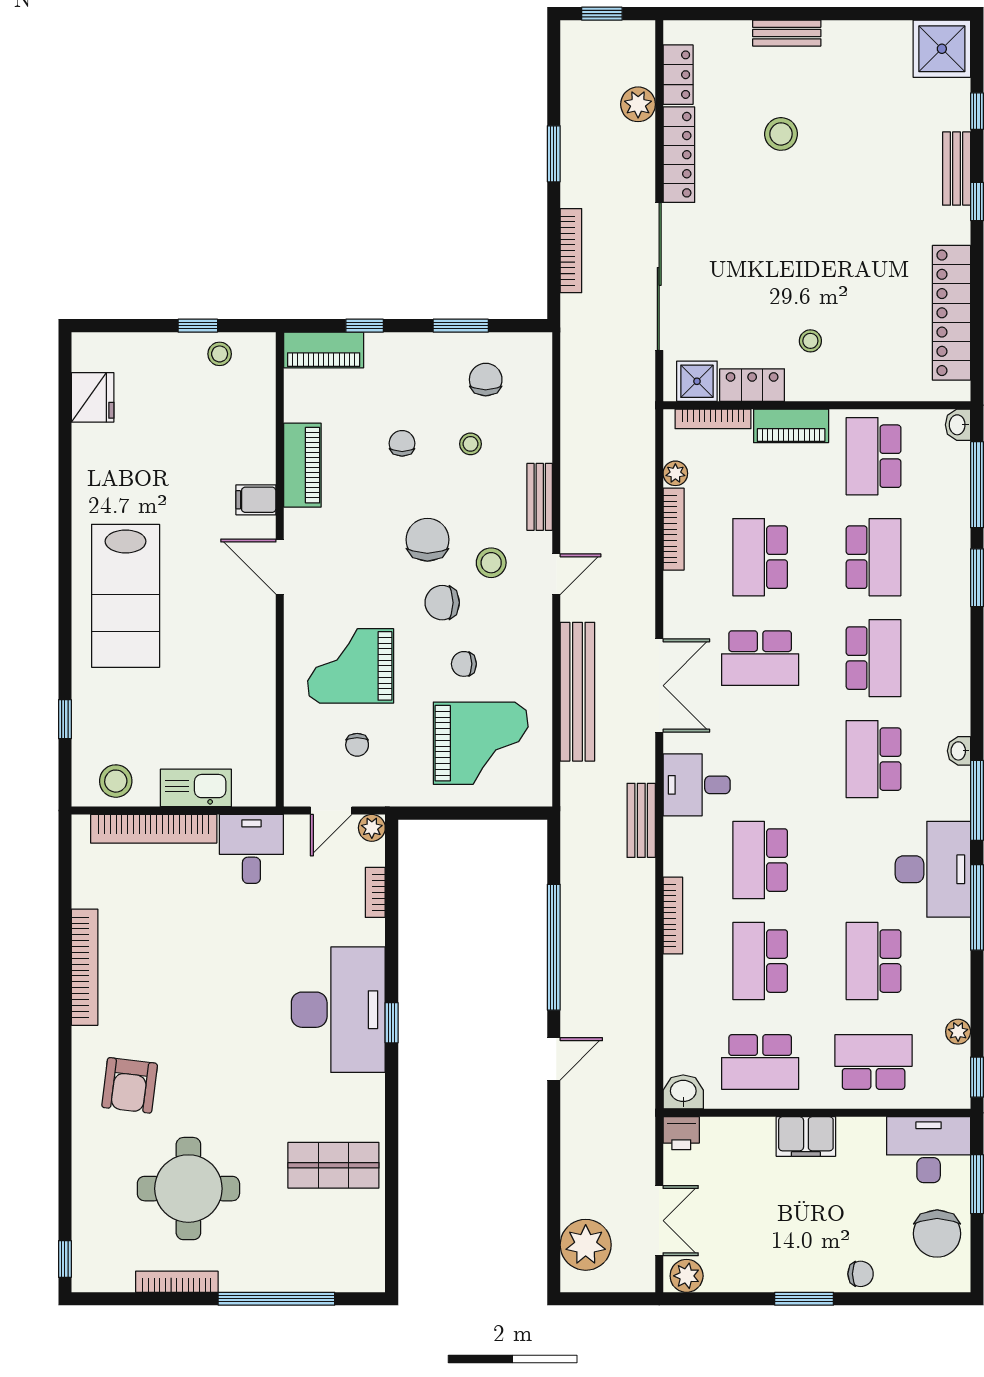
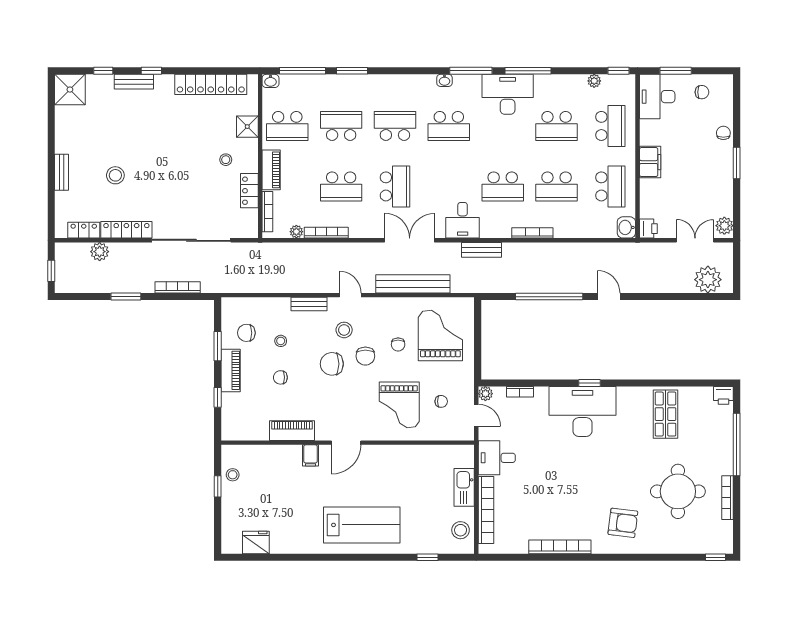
piano: (324, 350) -> (231, 370), moved
shower: (697, 381) -> (247, 127), moved
school desk: (874, 1062) -> (610, 126), turned 180
chair: (937, 1234) -> (702, 92), width x0.54, depth x0.54
printer: (368, 1274) -> (723, 395), added

